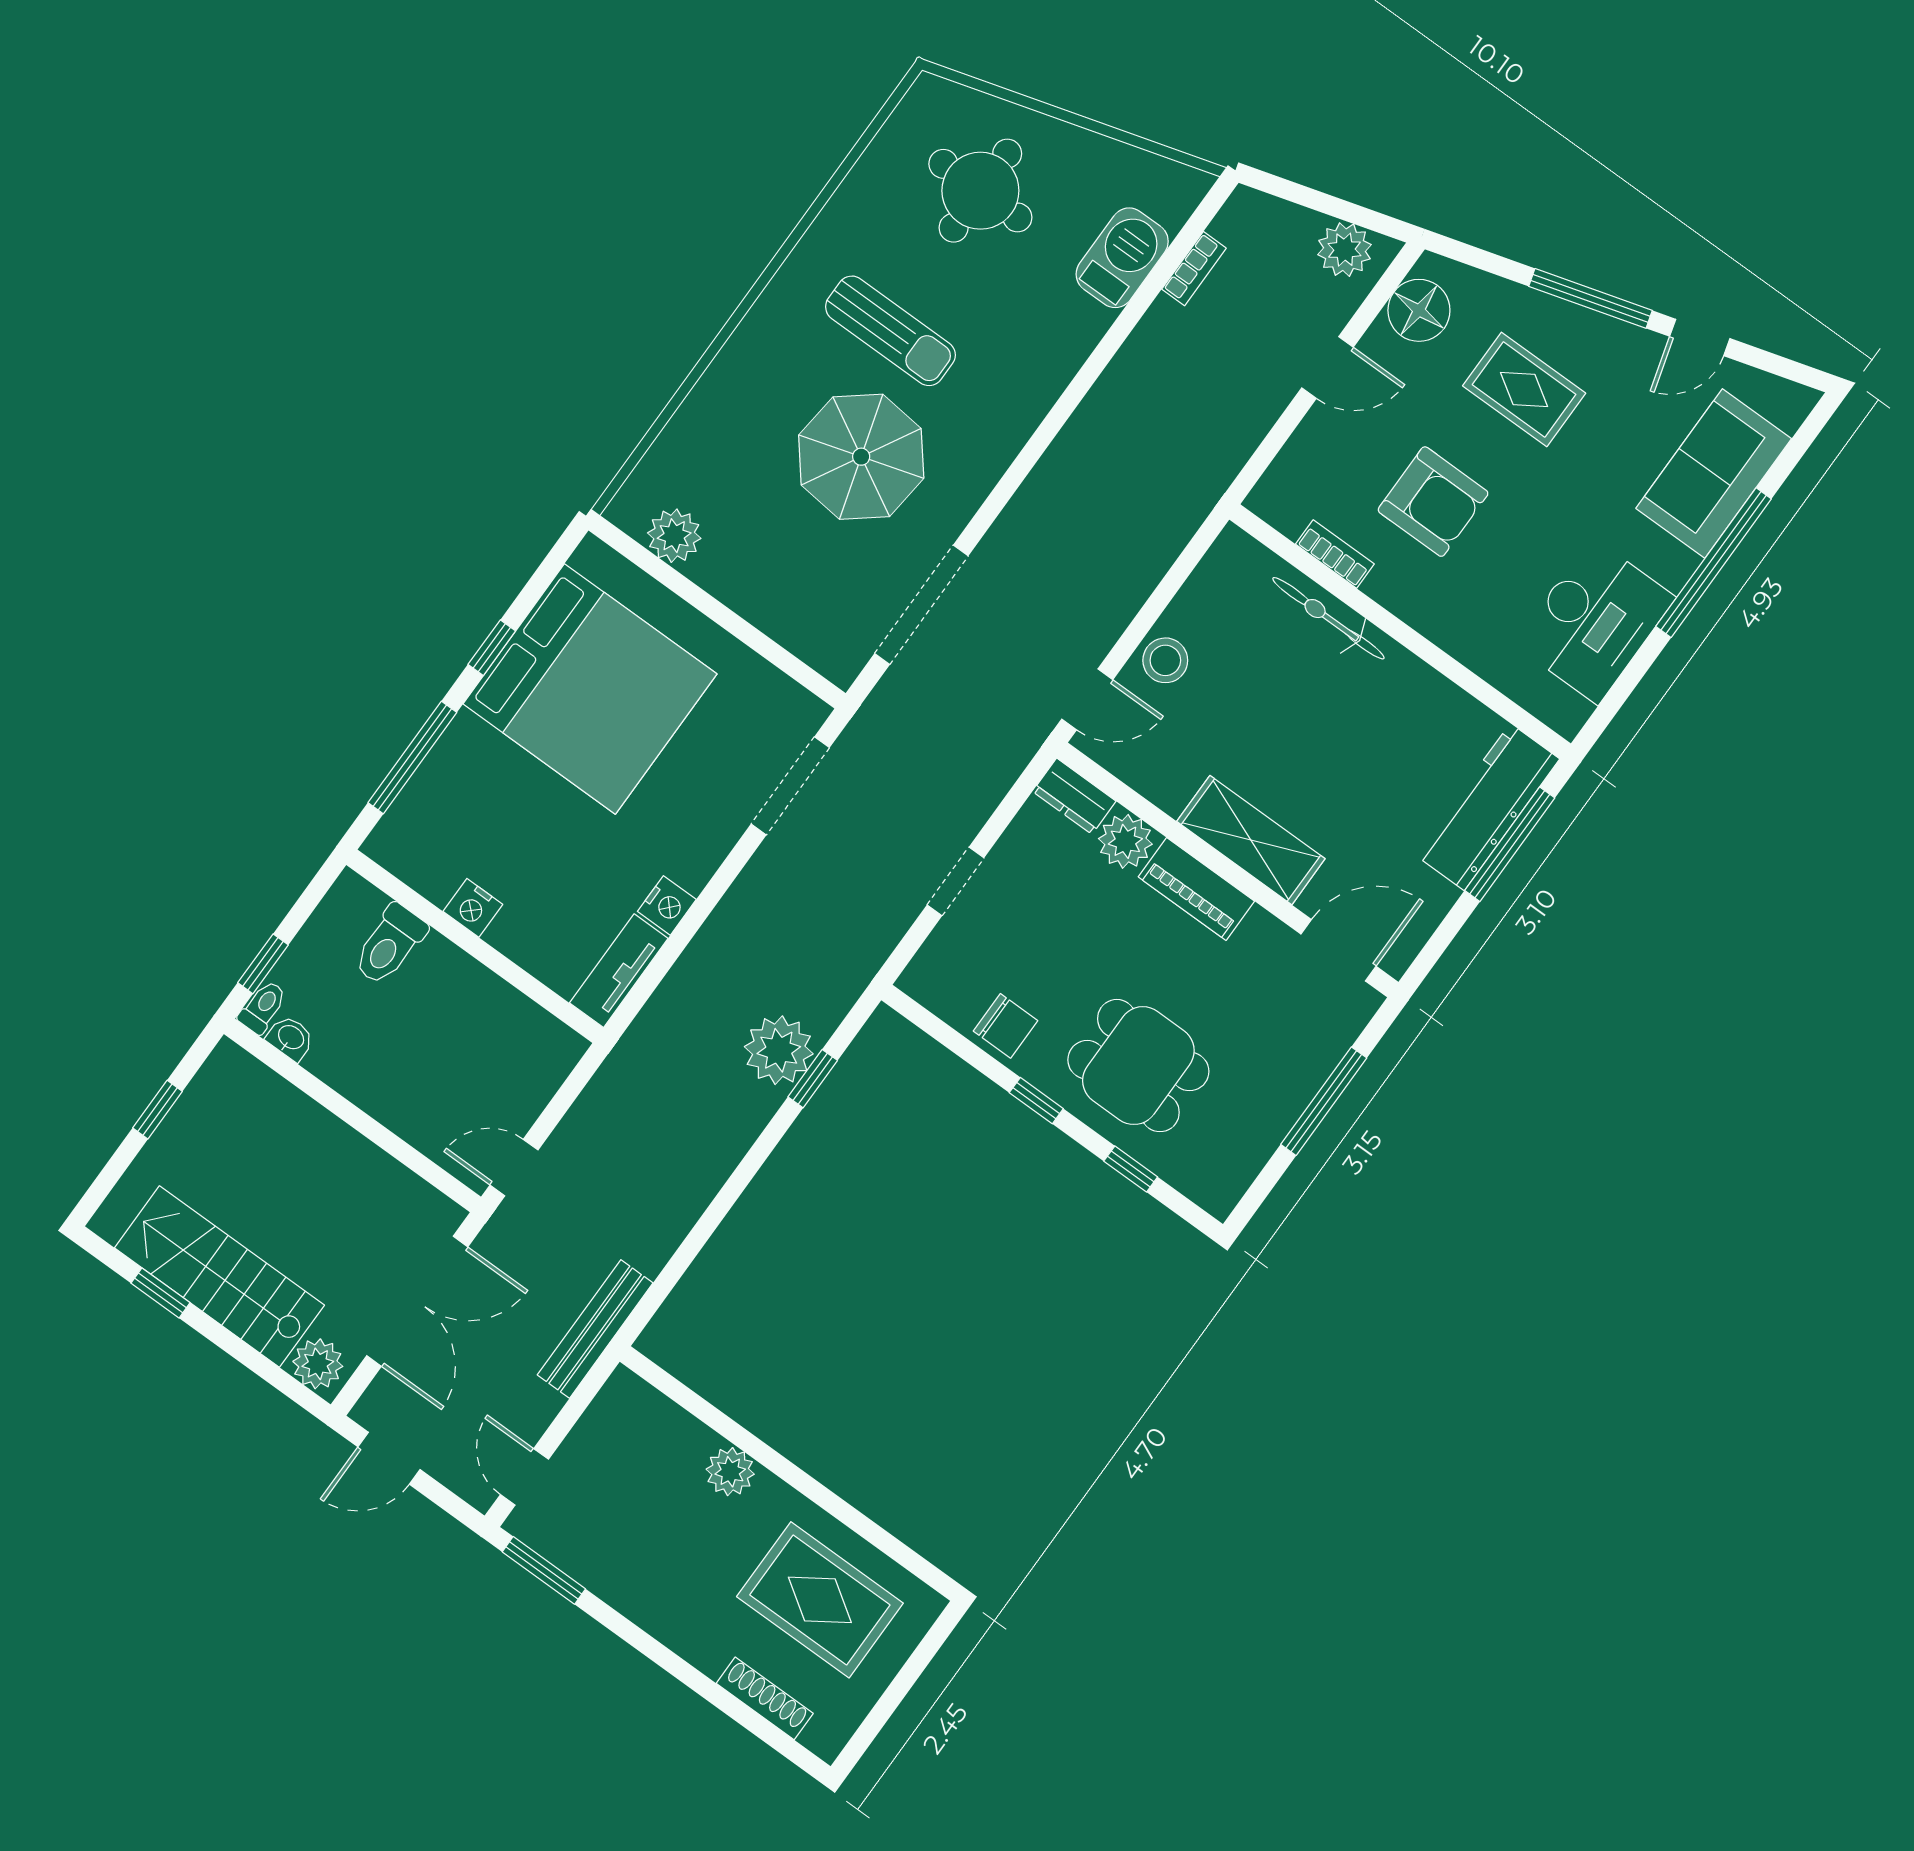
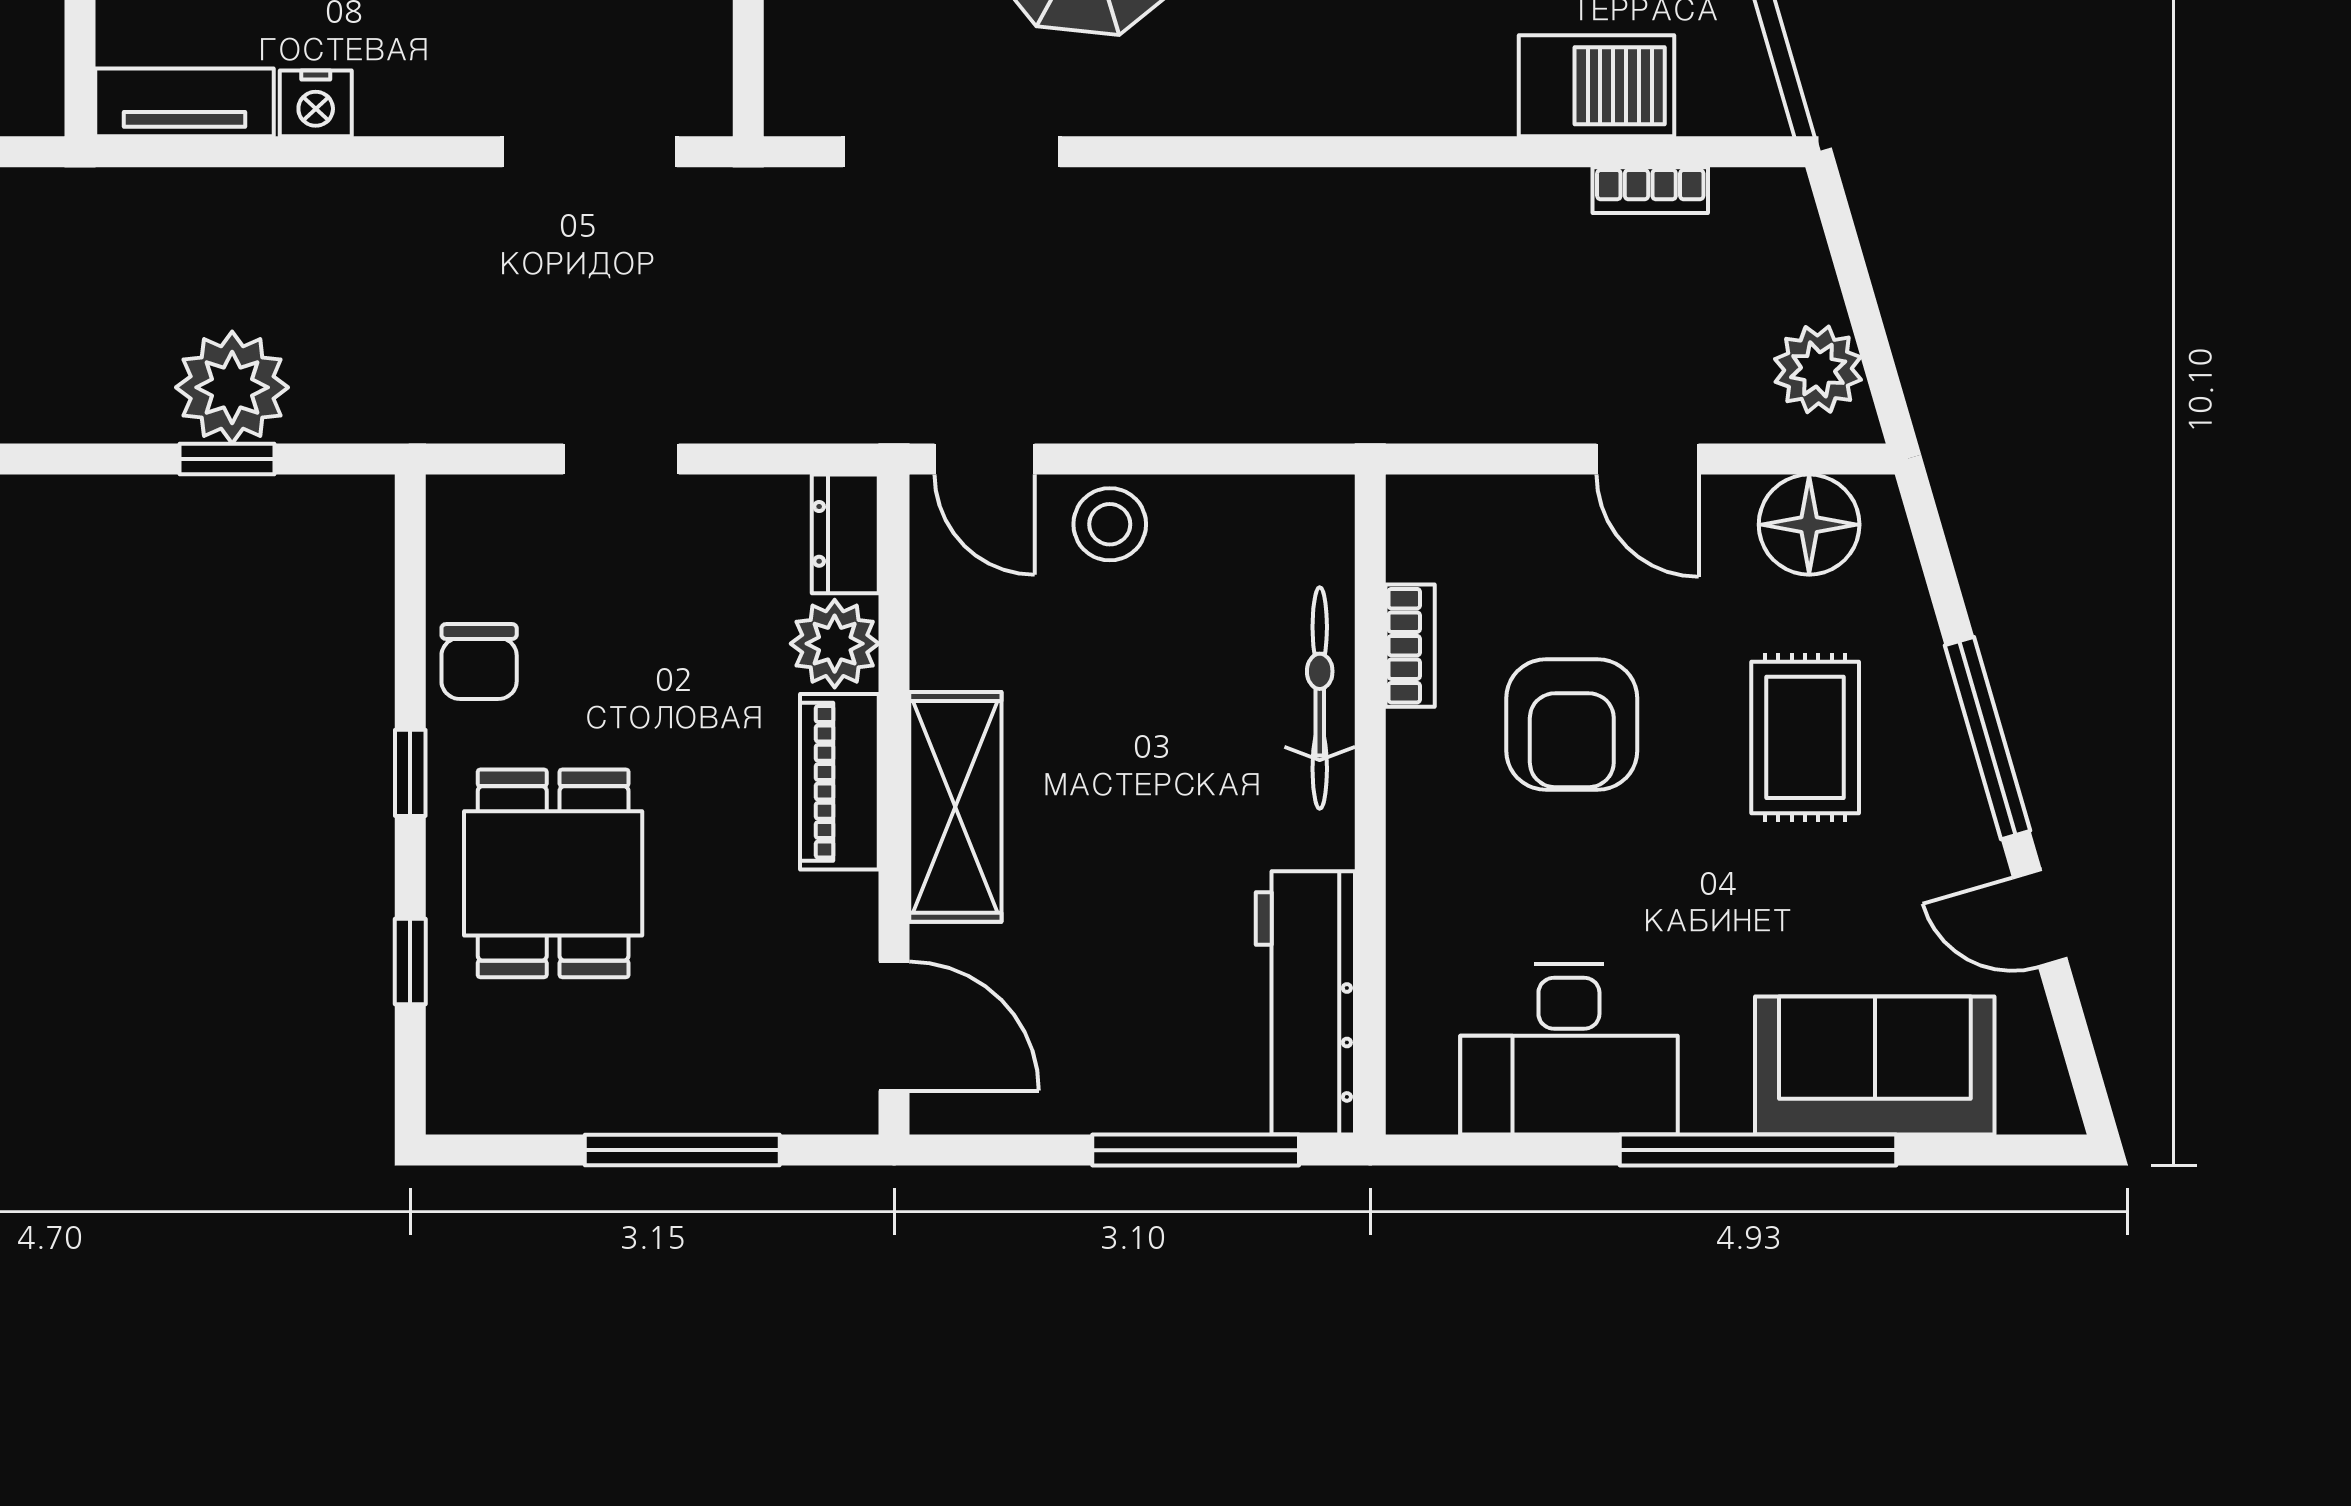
workbench: (1487, 807) -> (1305, 1003), moved, turned -90

